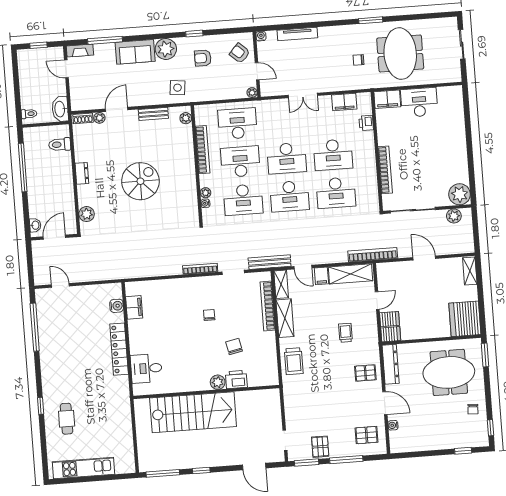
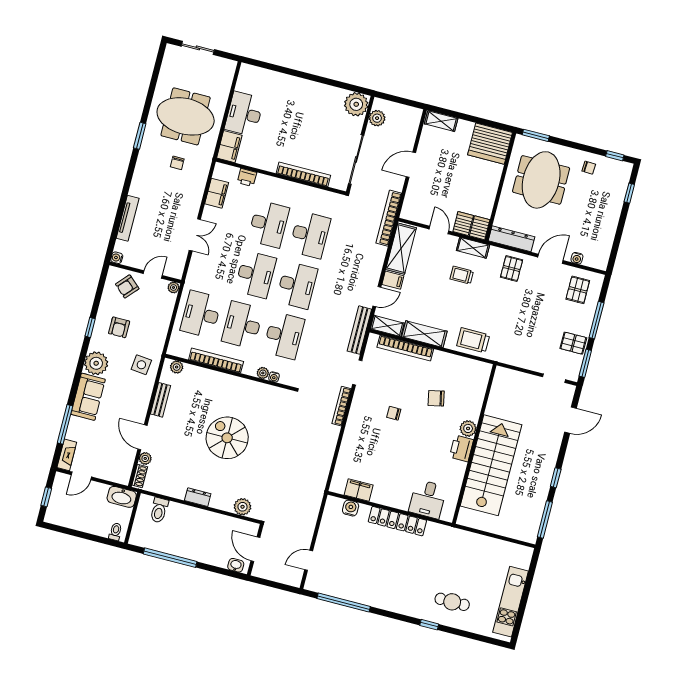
shelving: (372, 334) -> (473, 248), added
trolley: (294, 361) -> (473, 340), turned 180
printer: (236, 379) -> (461, 448), moved

